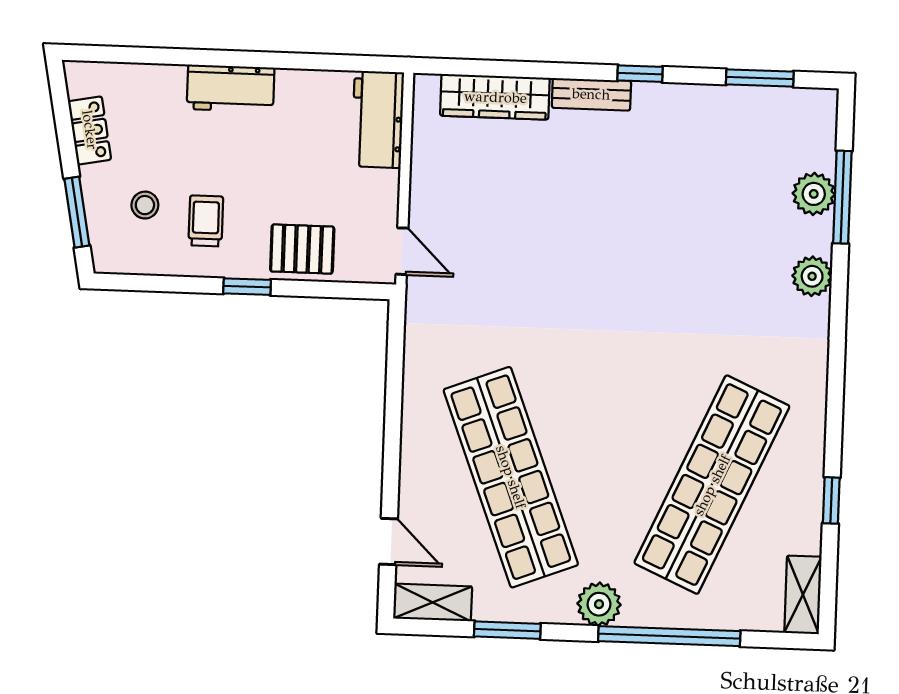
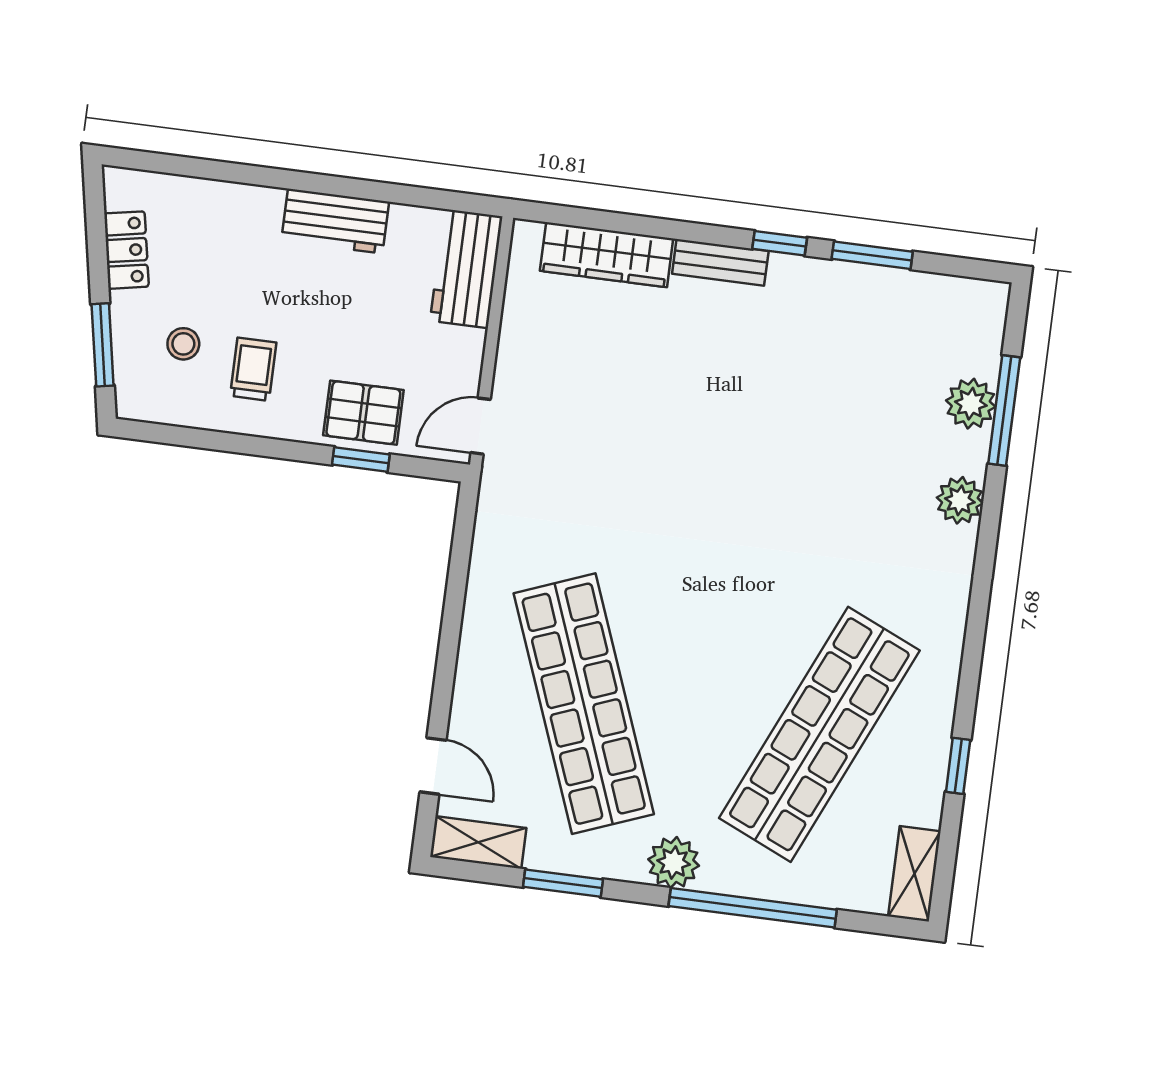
window: (760, 78) -> (872, 255), moved
workbench: (231, 88) -> (335, 221), moved
door: (402, 251) -> (481, 426), swing flipped
window: (247, 287) -> (361, 459), moved

